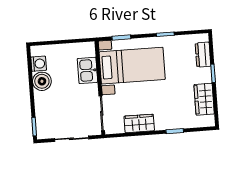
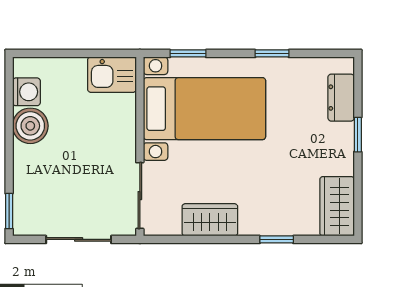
kitchen sink: (87, 70) -> (112, 75), moved, turned -90
wardrobe: (204, 99) -> (337, 206), moved

